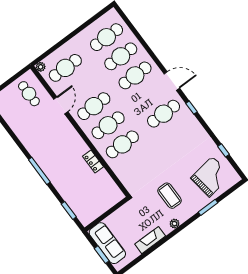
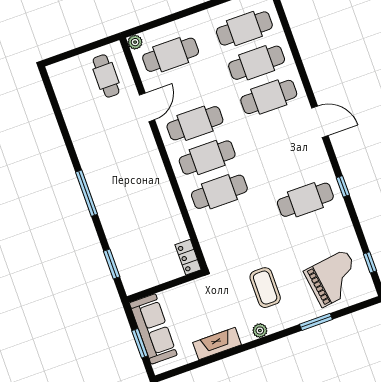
window: (192, 108) -> (343, 186), moved
cafe table: (164, 114) -> (305, 200), moved
window: (223, 150) -> (370, 262), moved
locker: (93, 161) -> (188, 257), moved

